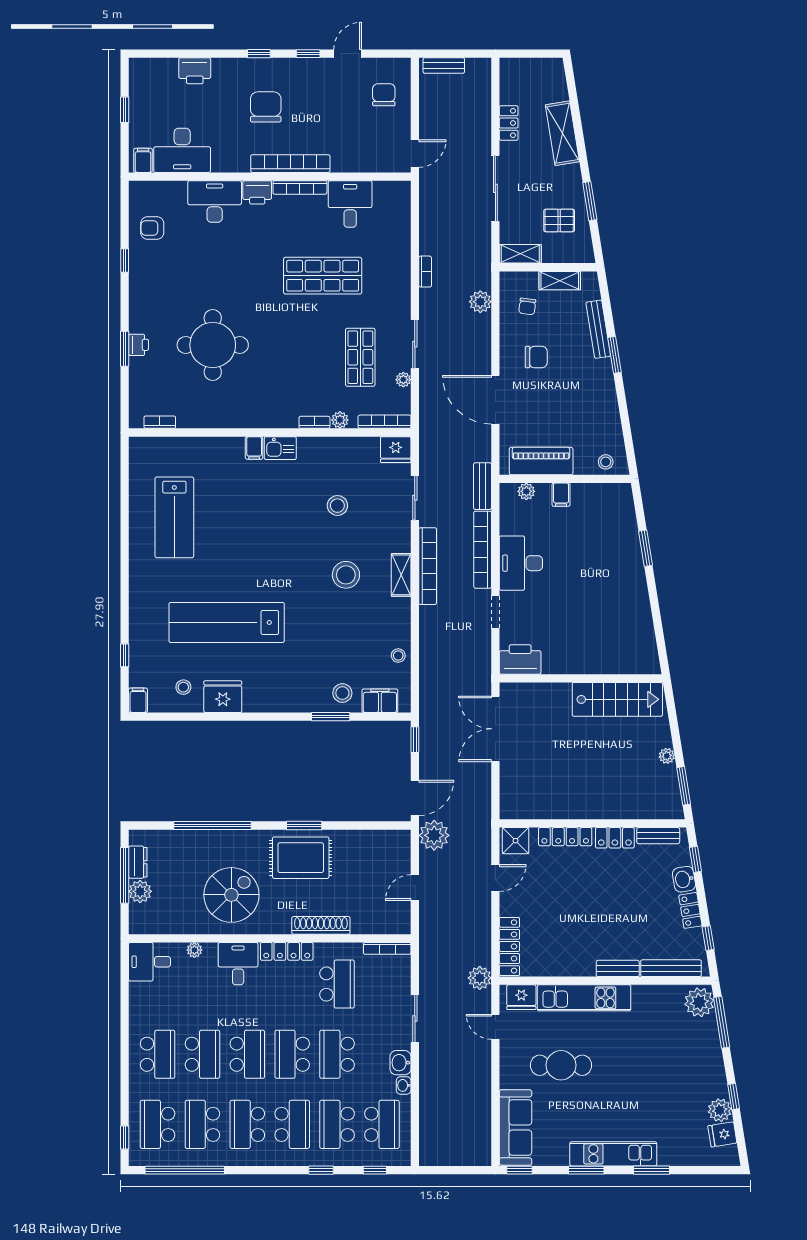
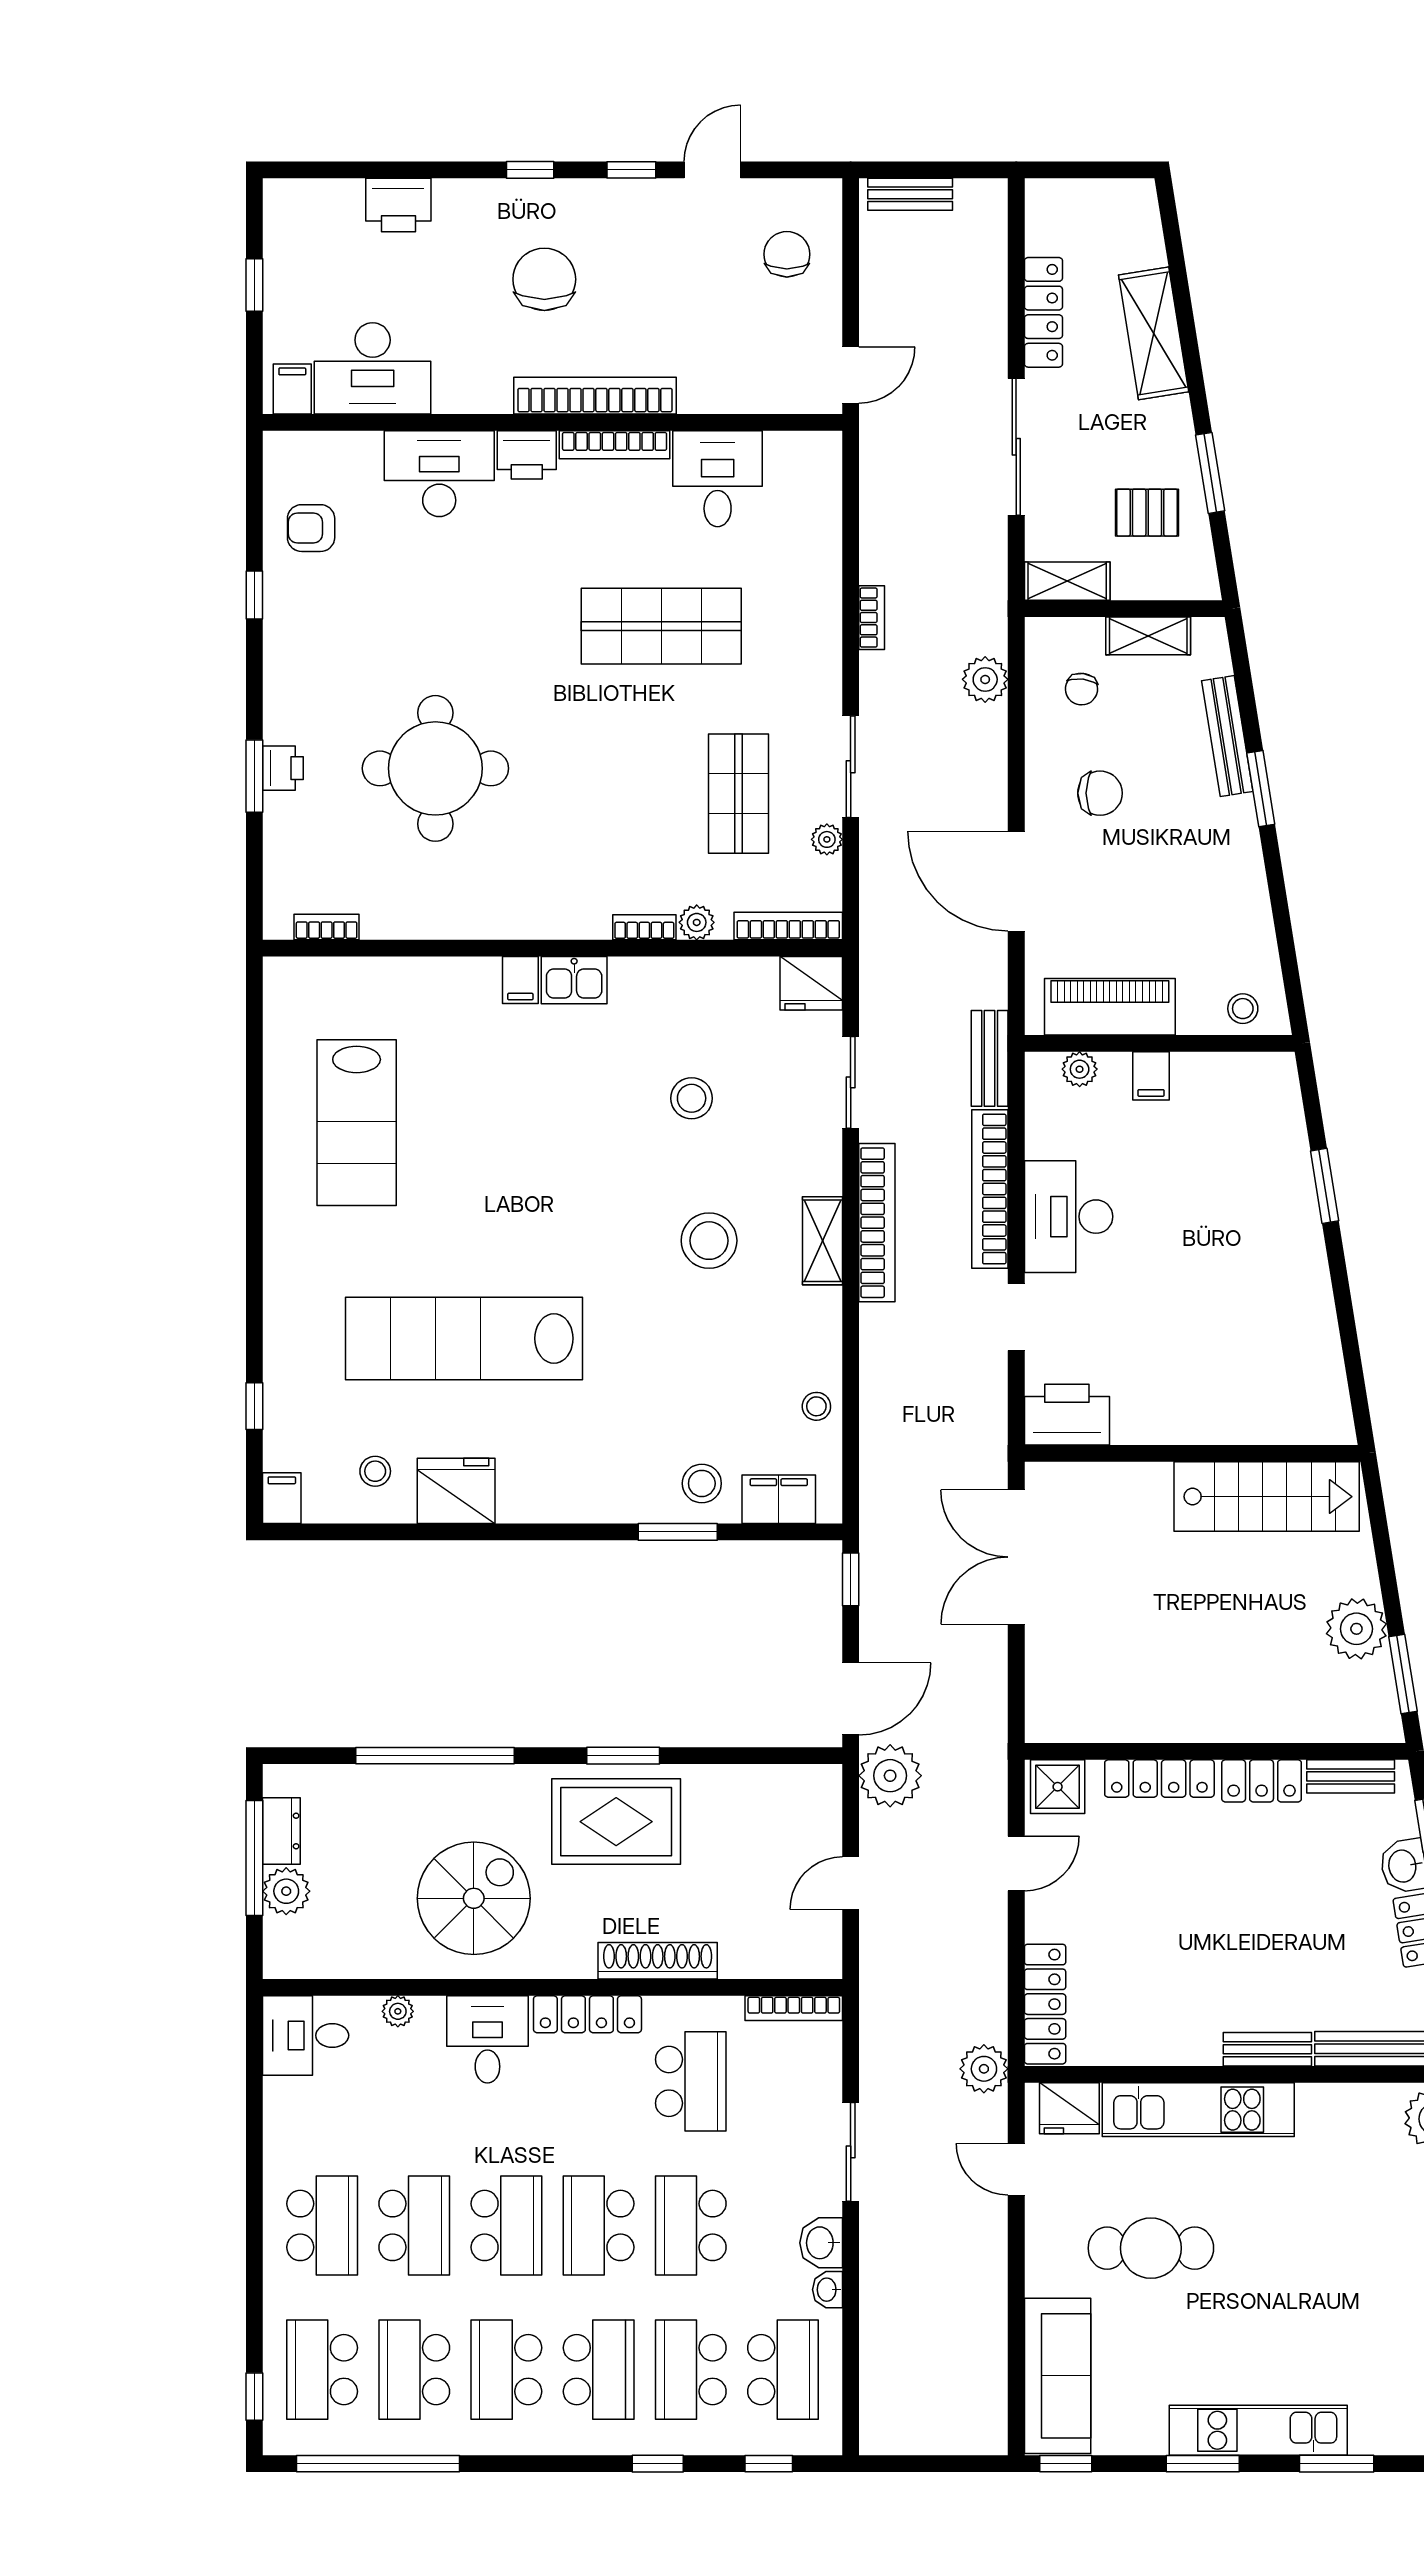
locker: (509, 123) -> (1043, 312), width x1.53
plant: (667, 756) -> (1356, 1629), width x1.88, depth x1.88

